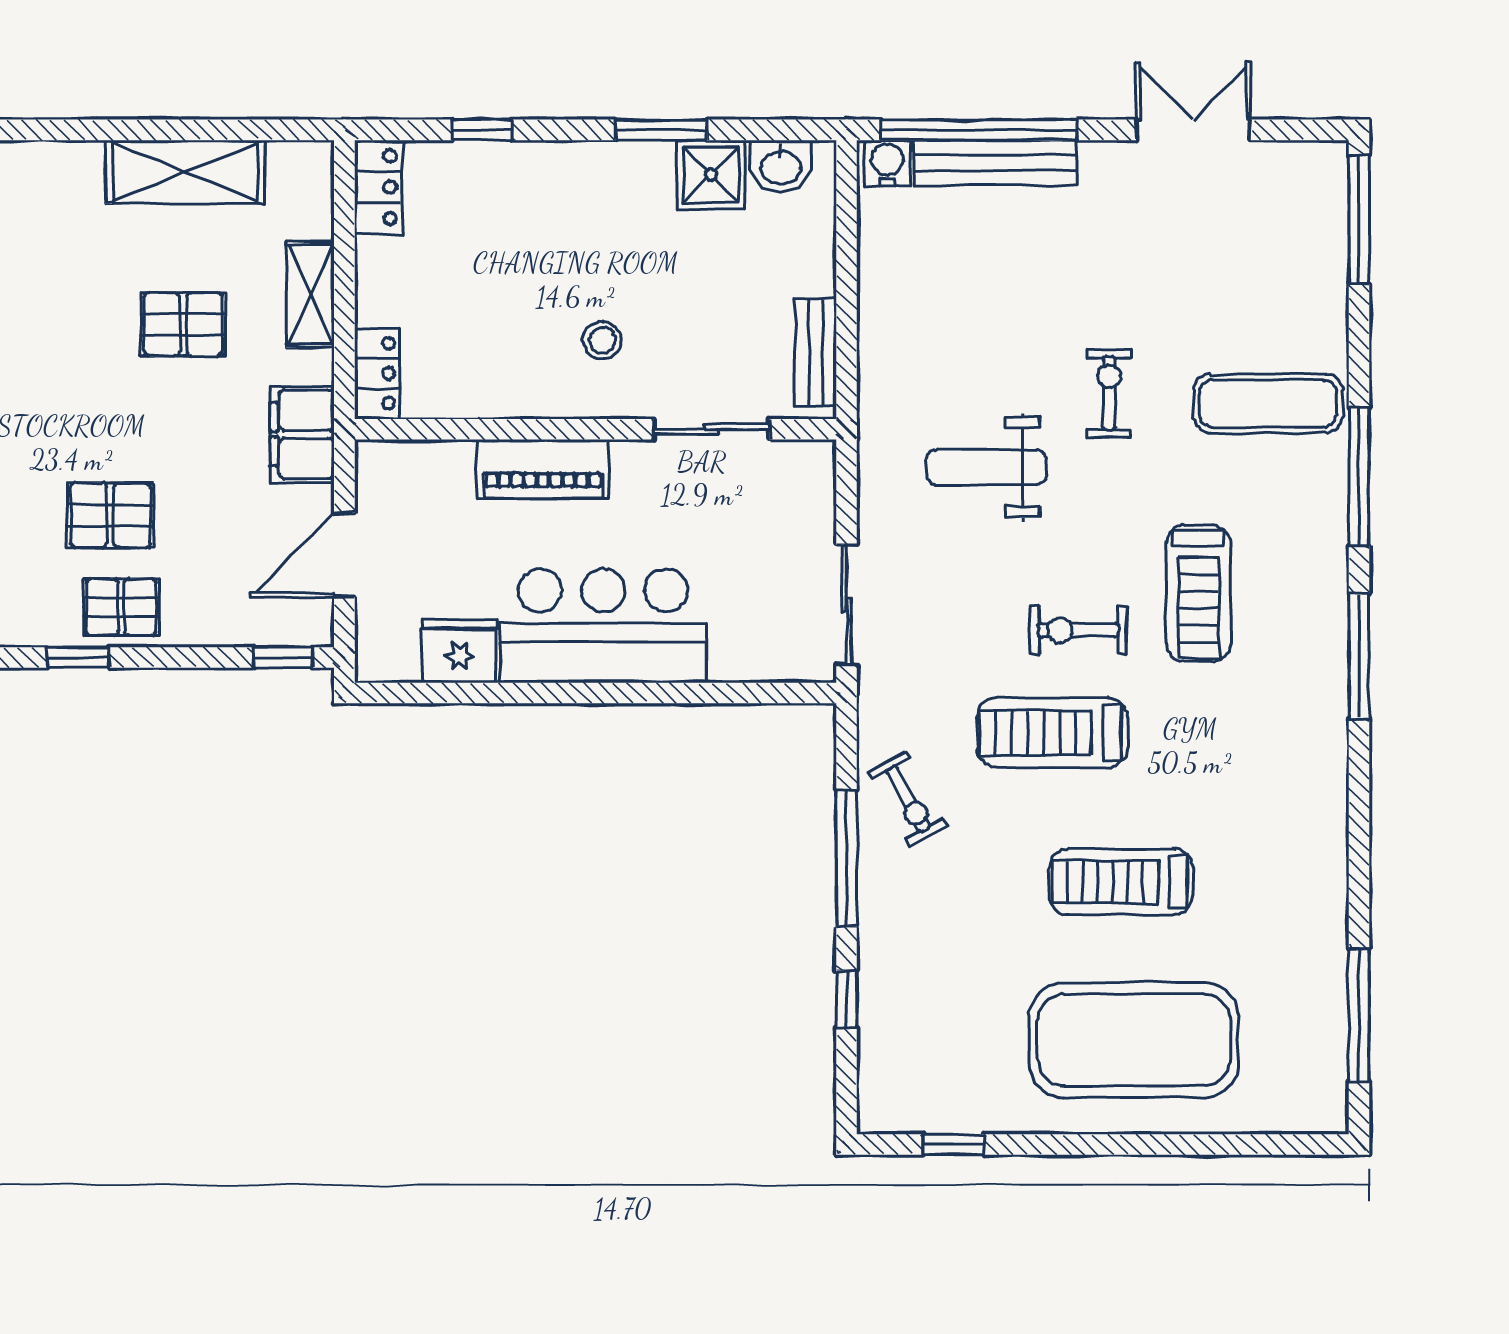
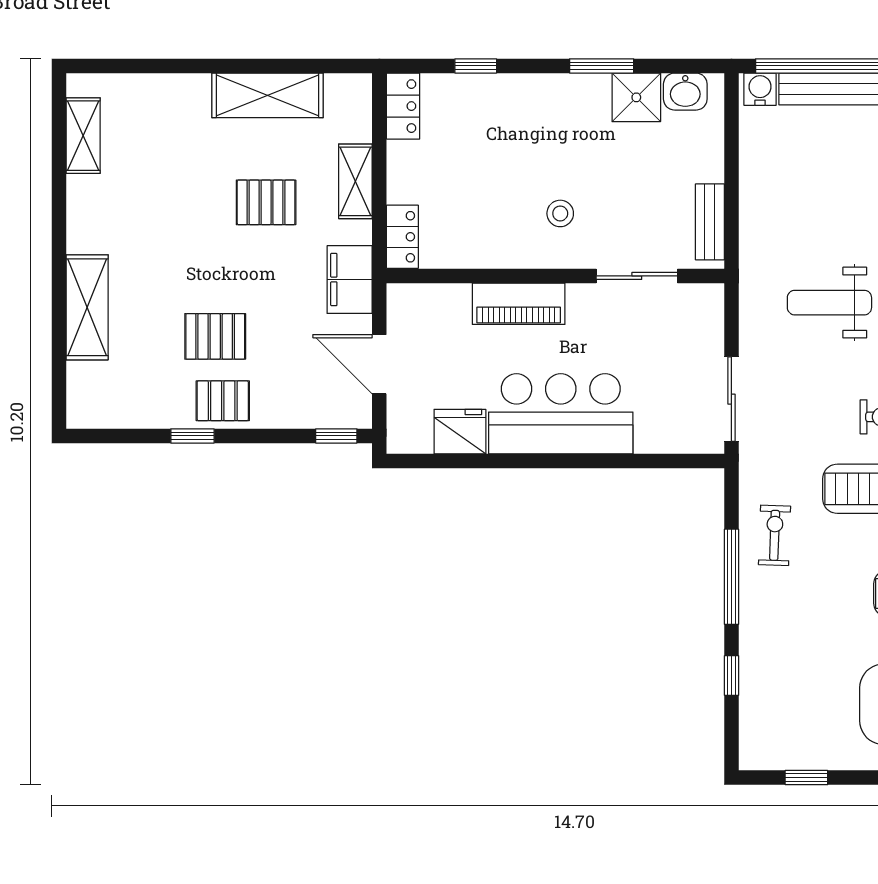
door: (344, 555) -> (379, 364), hinge flipped
exercise bike: (908, 799) -> (775, 535), turned -149

